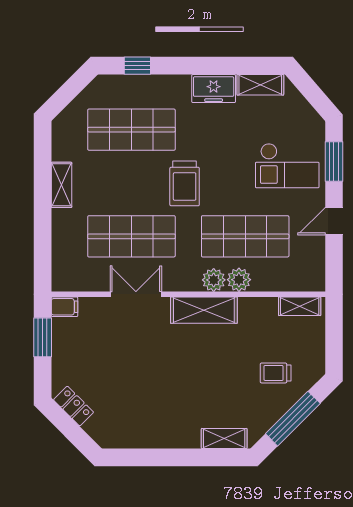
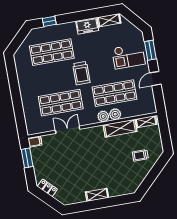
shelving: (62, 185) -> (23, 84), removed
shelving: (204, 310) -> (120, 128), moved
window: (293, 419) -> (152, 175), removed
shelving: (224, 438) -> (97, 195), moved

